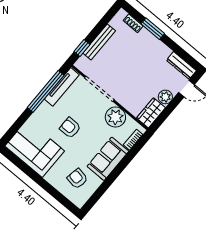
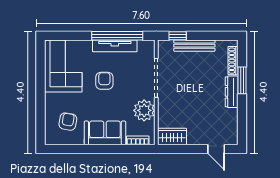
shoe rack: (133, 23) -> (233, 61), width x1.43
dresser: (181, 65) -> (232, 92), moved
tv unit: (62, 87) -> (115, 46), moved
plant: (165, 97) -> (195, 137), removed

